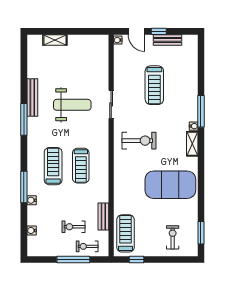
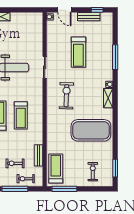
window: (159, 31) -> (97, 10), moved
window: (201, 111) -> (115, 57), moved
exercise bike: (139, 141) -> (66, 96), turned -88
window: (136, 259) -> (64, 189), width x2.17

